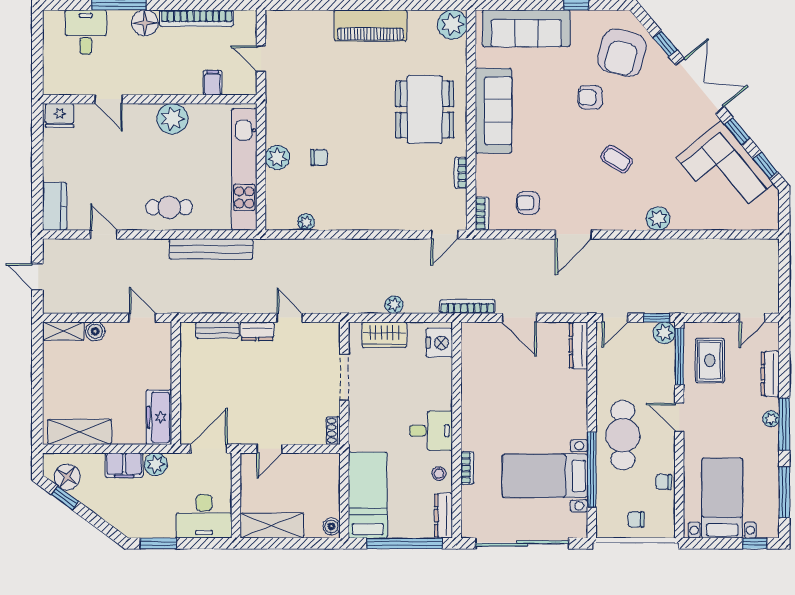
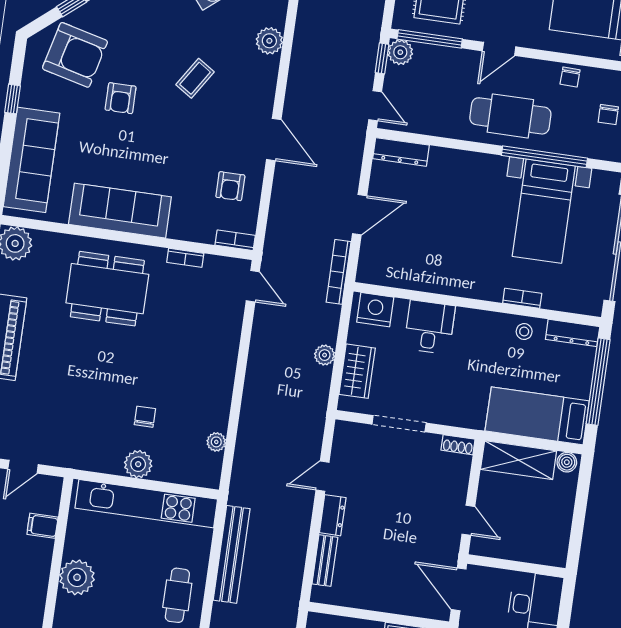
desk: (431, 431) -> (430, 327), moved
shelving: (272, 526) -> (519, 460), moved, turned 90

